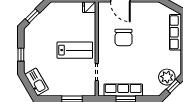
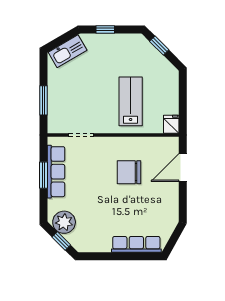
lab bench: (75, 50) -> (131, 101), moved, turned 180
plant: (167, 77) -> (64, 222), moved

